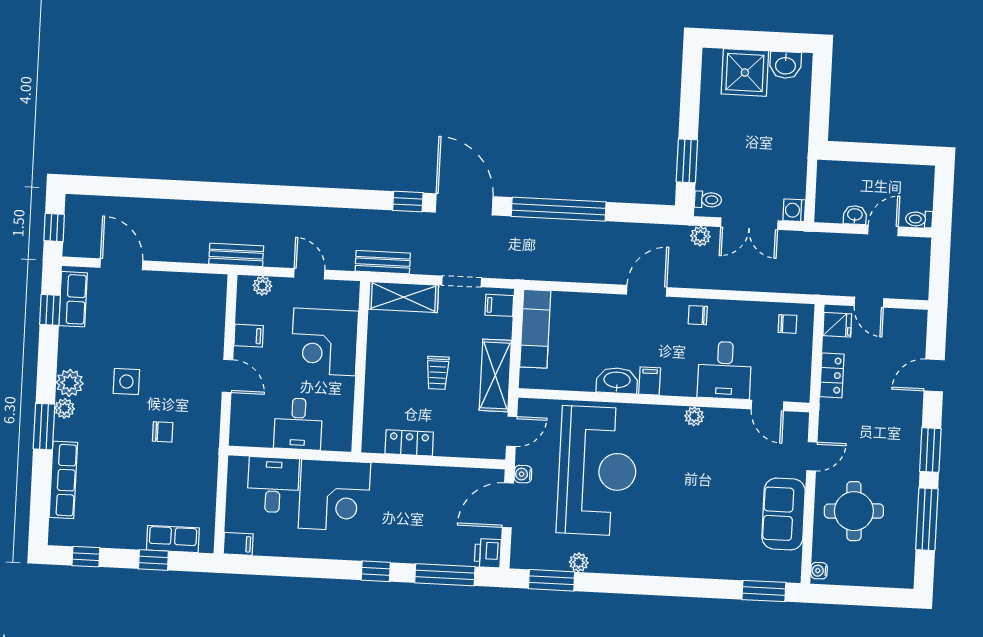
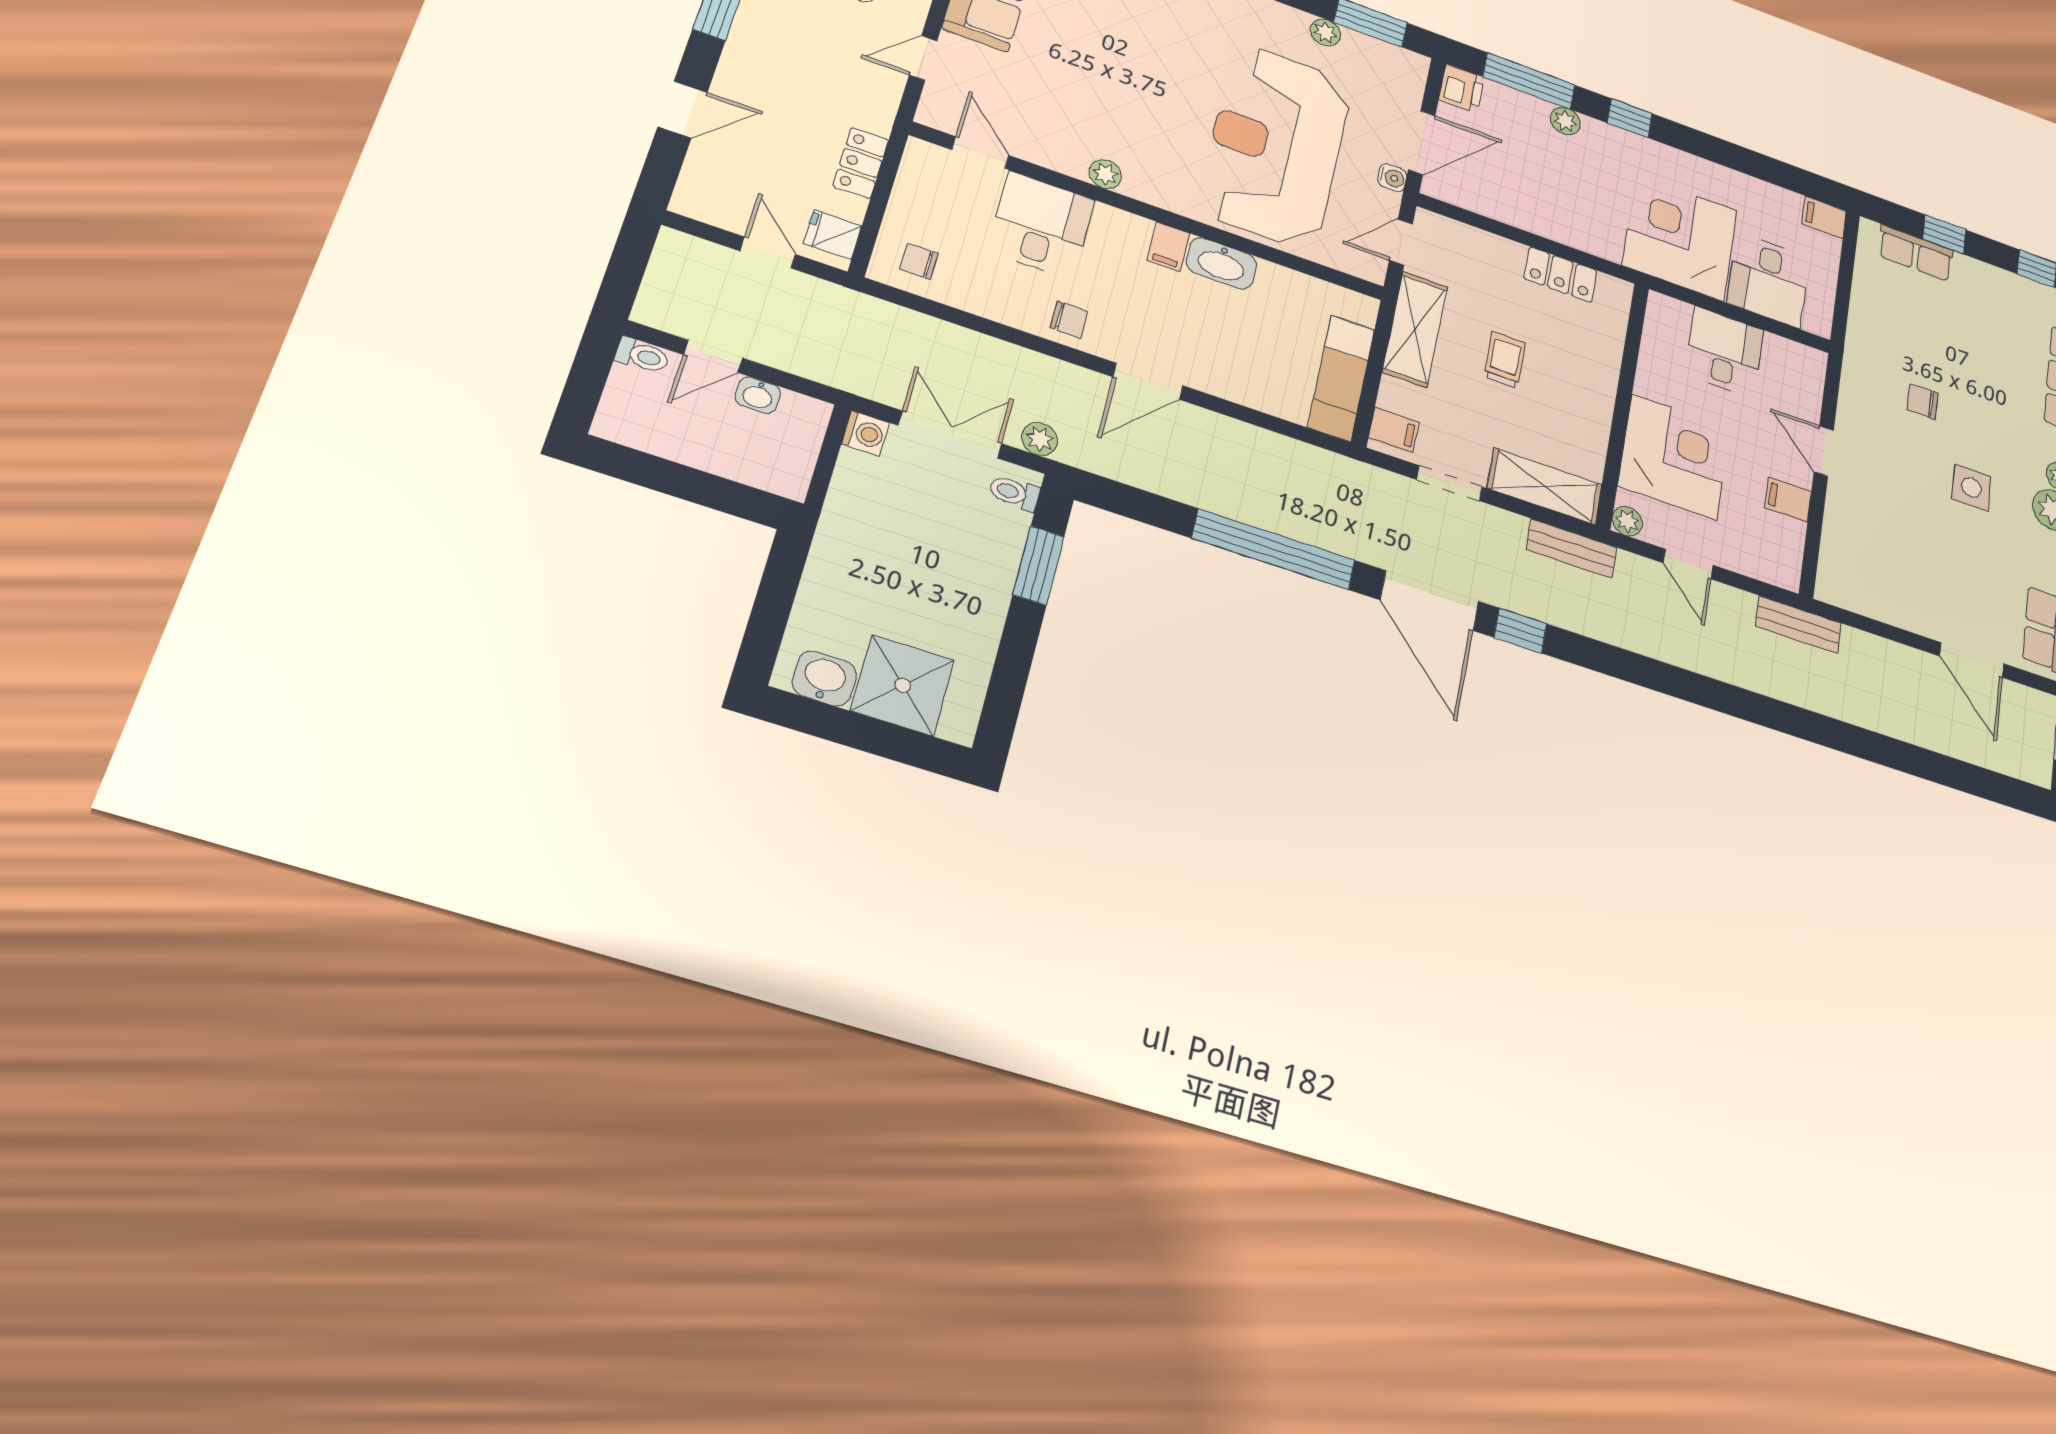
plant: (262, 286) -> (1627, 521), moved
plant: (418, 554) -> (1565, 121), added

